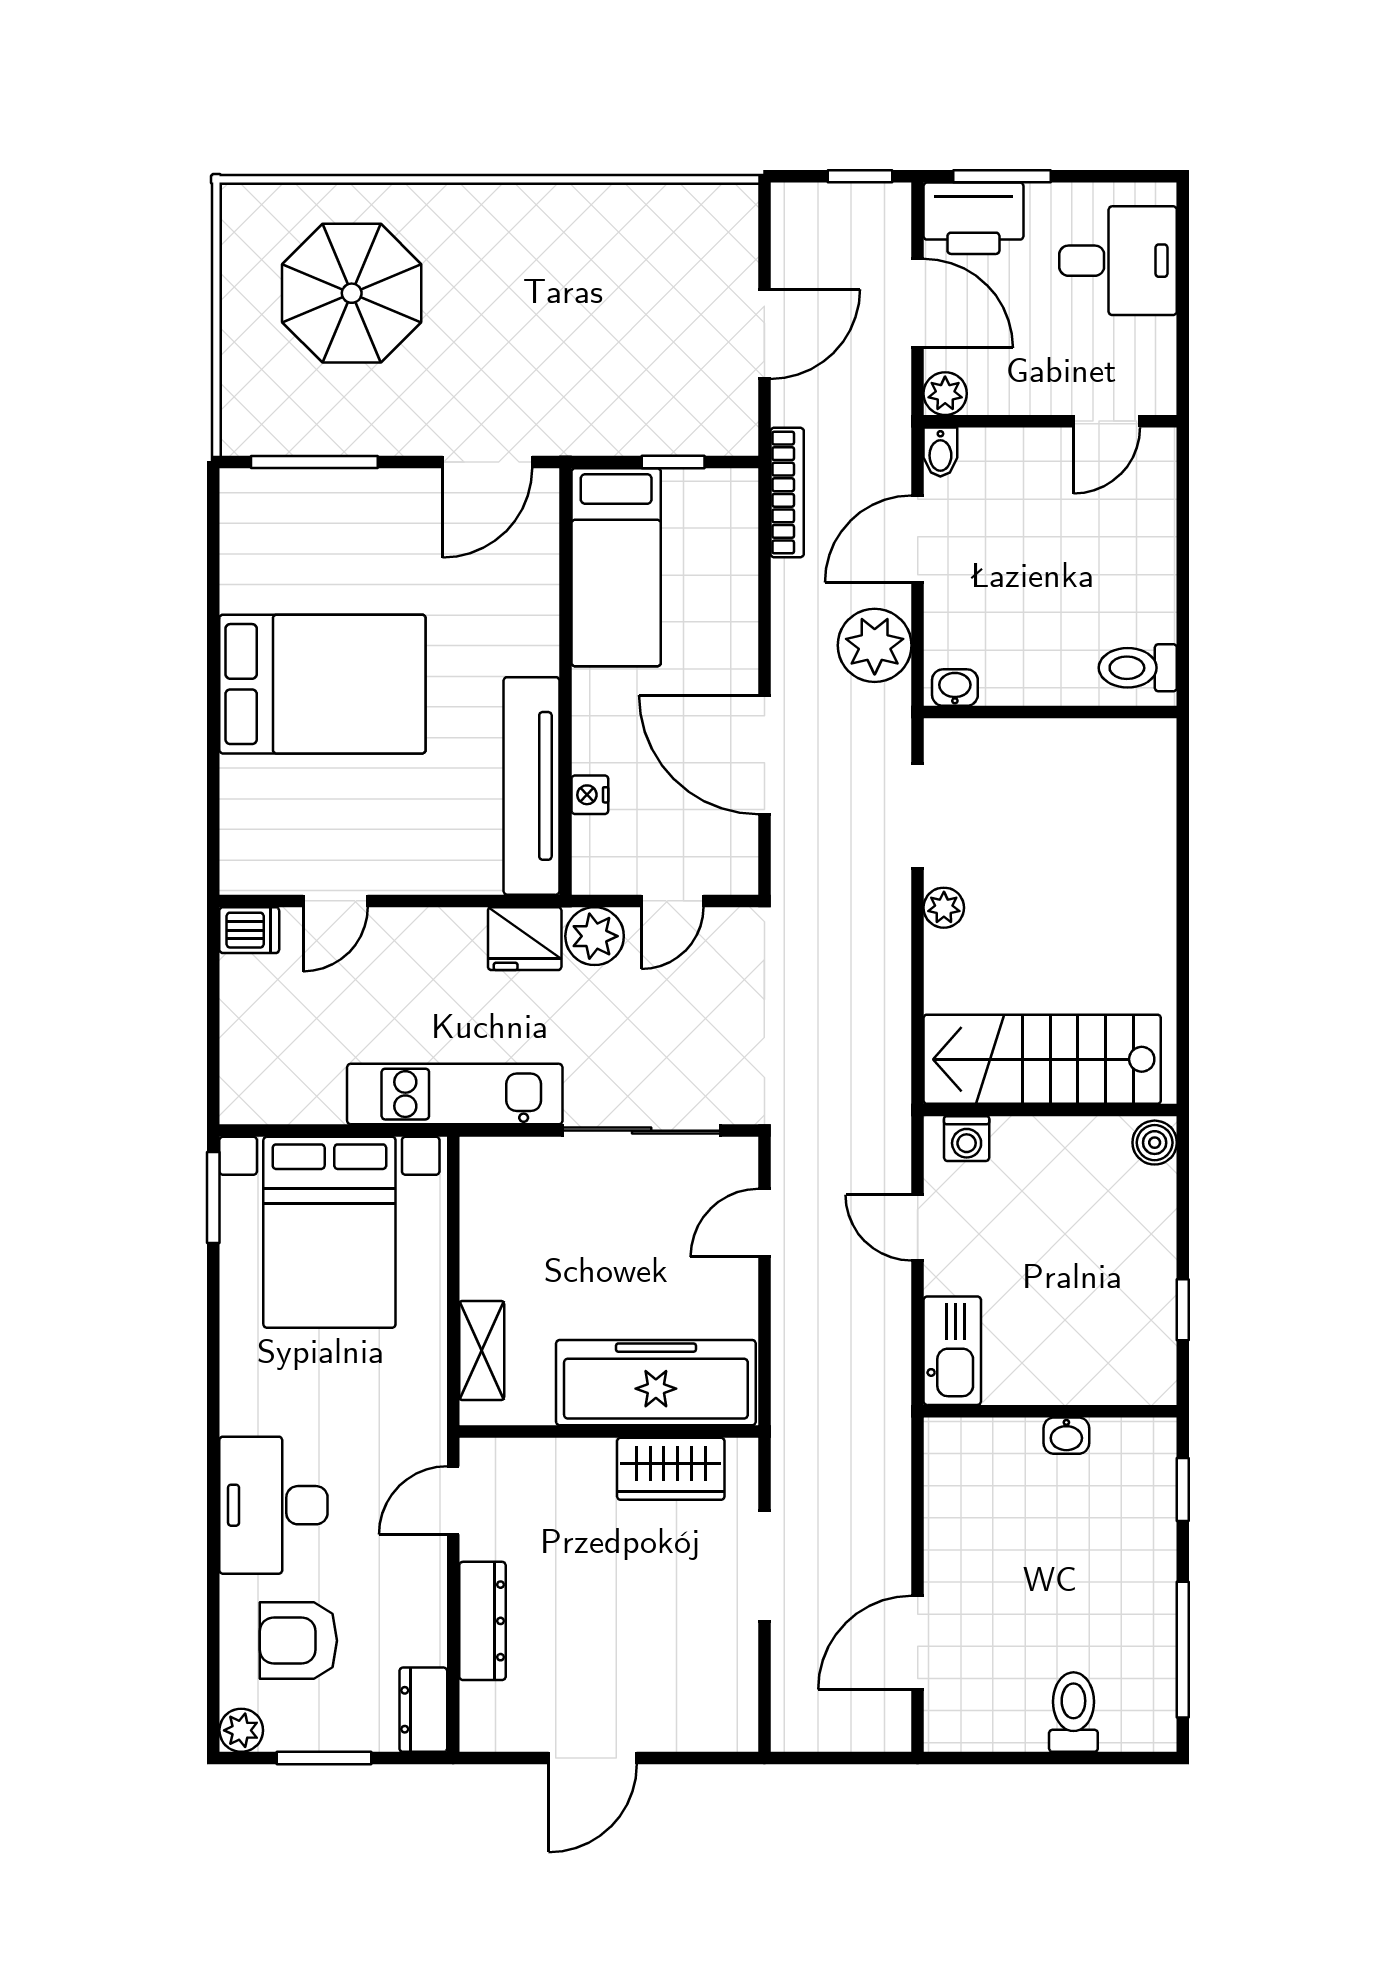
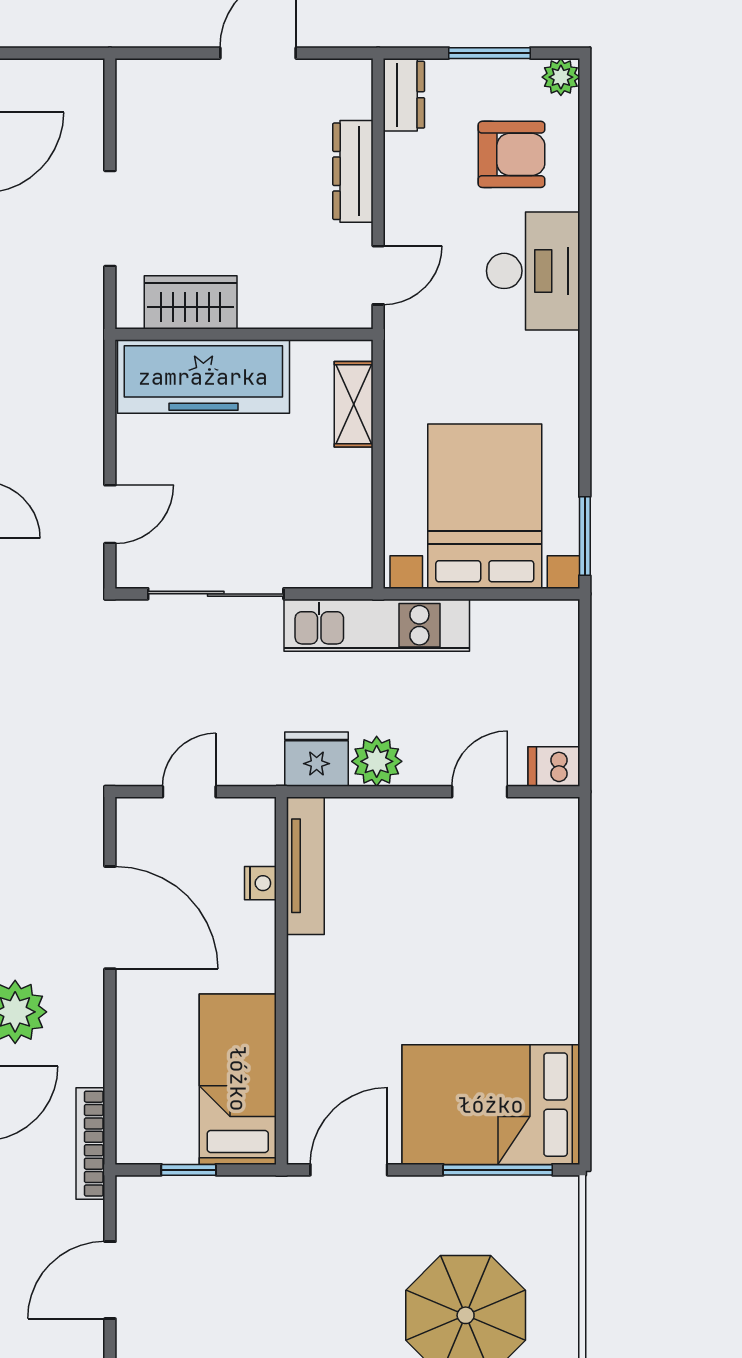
bed: (322, 684) -> (491, 1105), moved
tv unit: (531, 786) -> (305, 866), width x0.73, depth x0.78
plant: (595, 936) -> (377, 761), moved

